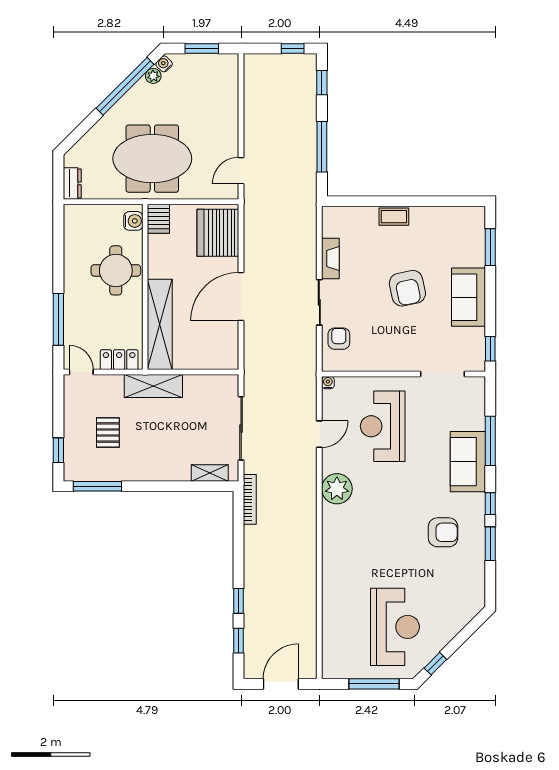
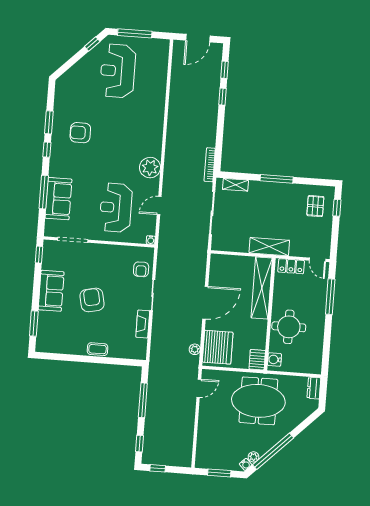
plant: (251, 227) -> (195, 349), added
reception desk: (383, 426) -> (116, 208), turned 180
pallet: (108, 433) -> (315, 206), moved
sofa: (468, 462) -> (58, 199), moved
window: (97, 486) -> (277, 179), moved

